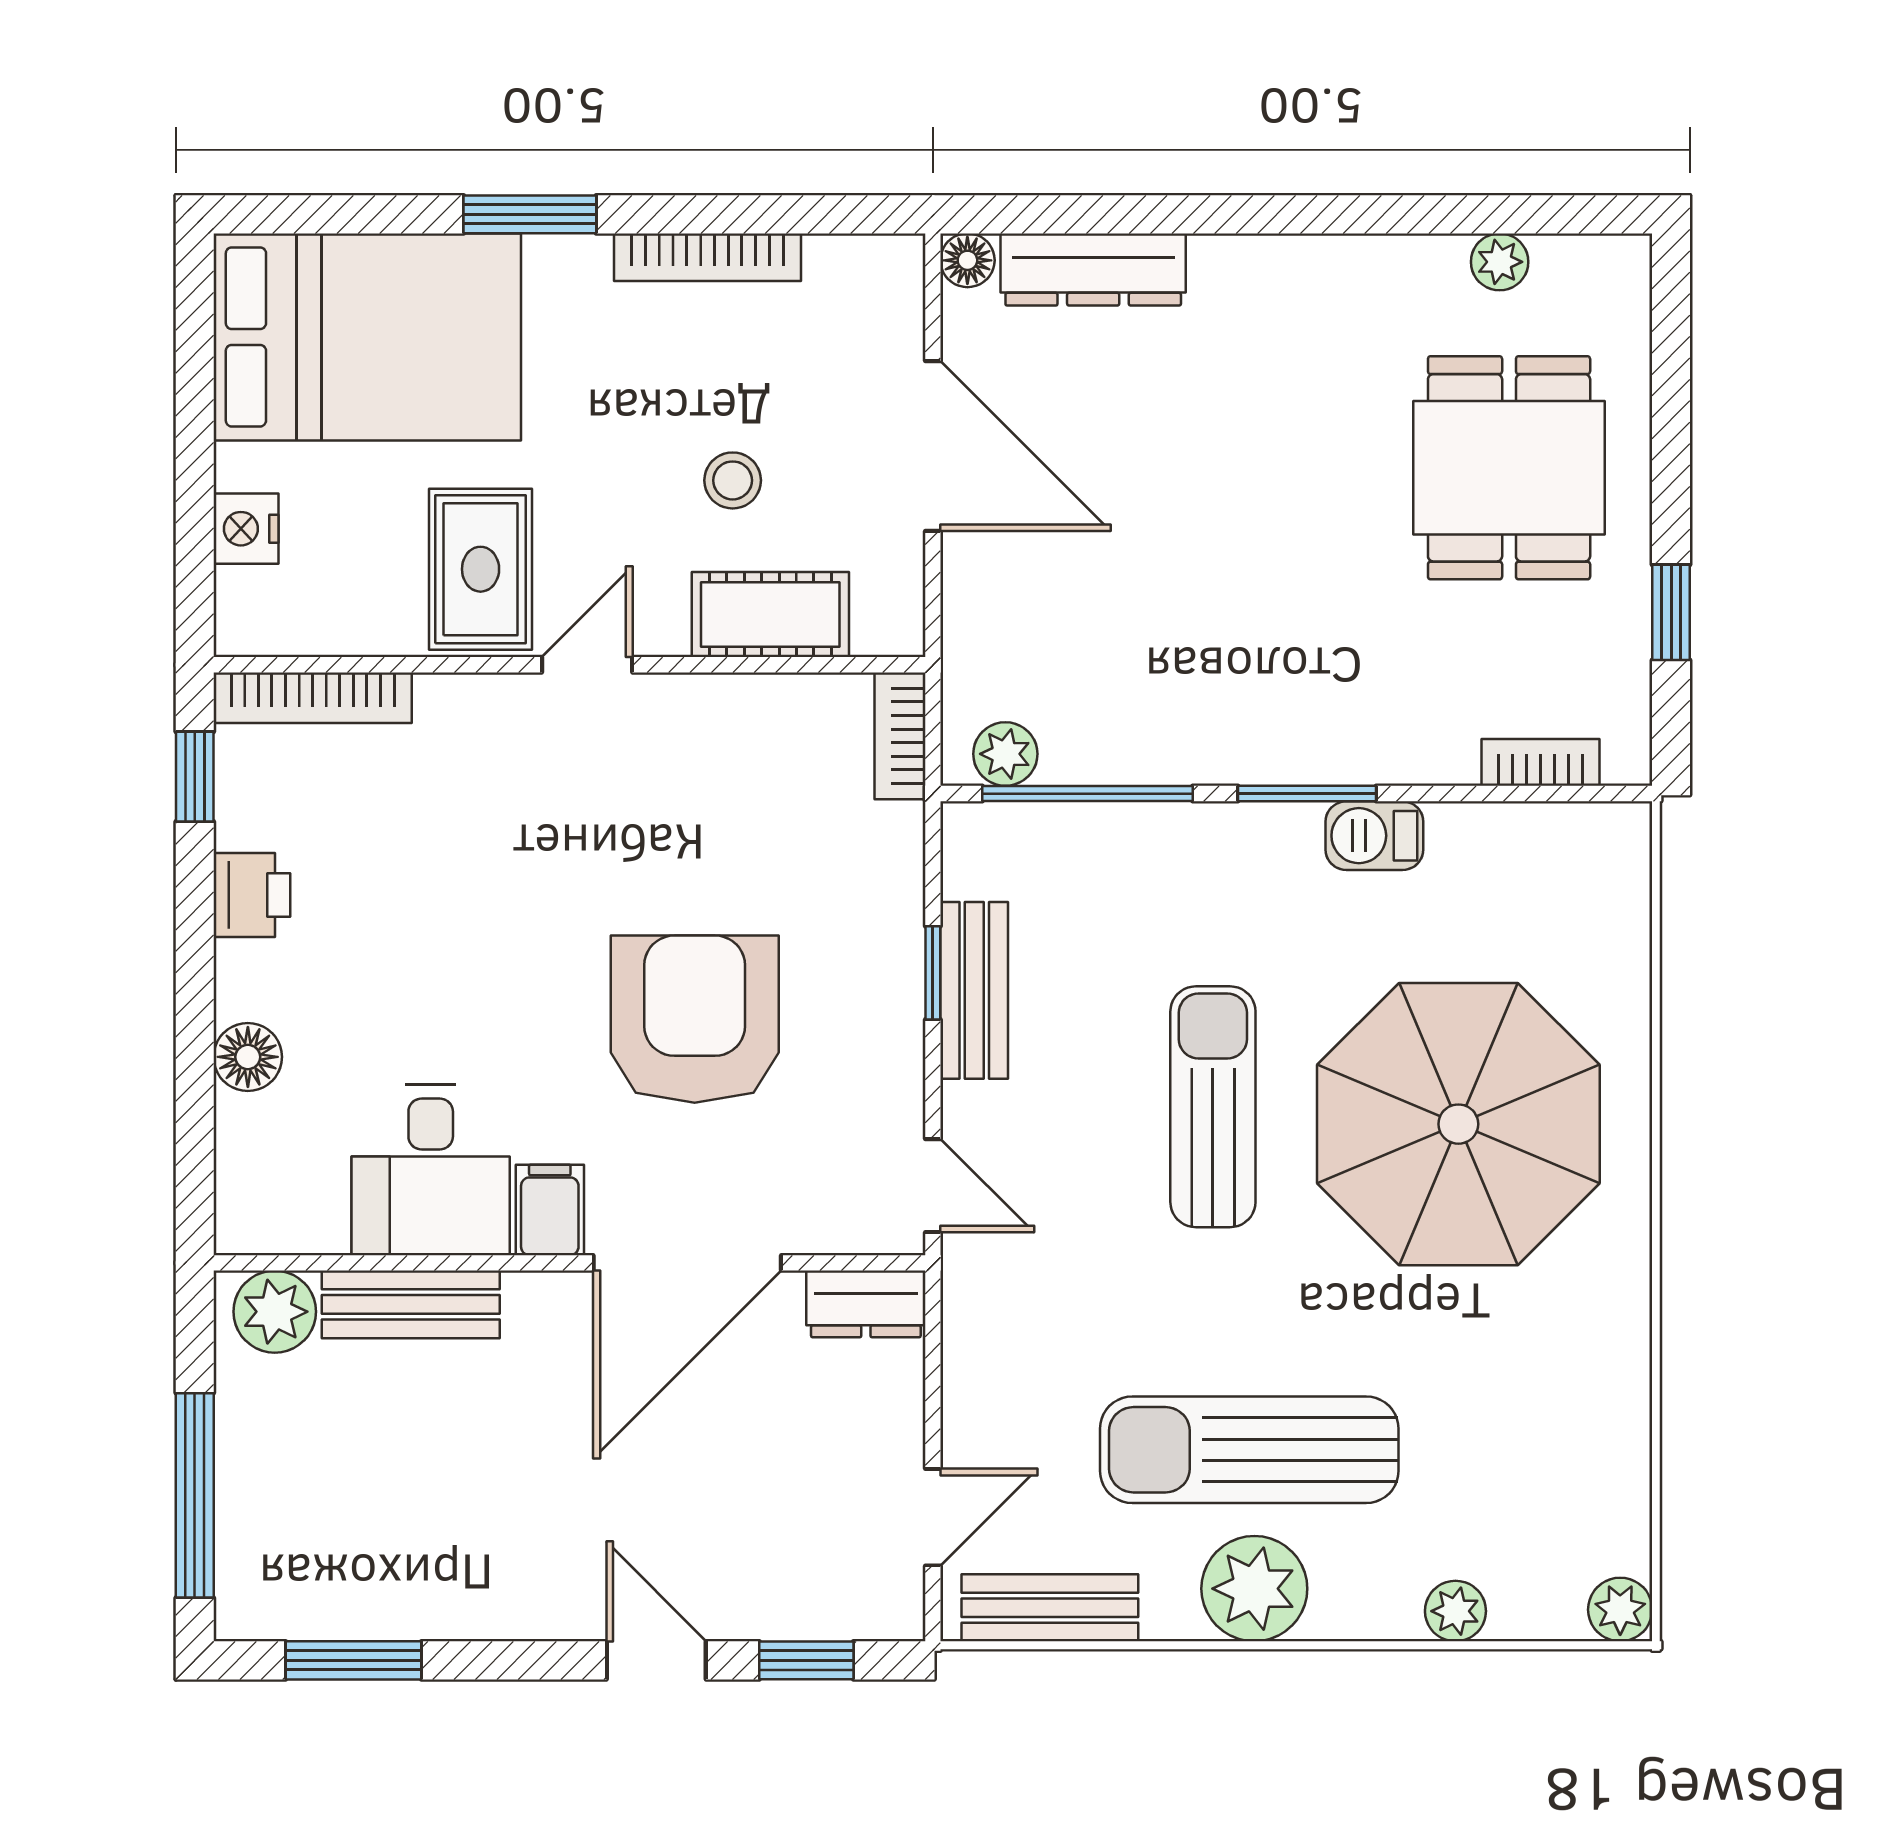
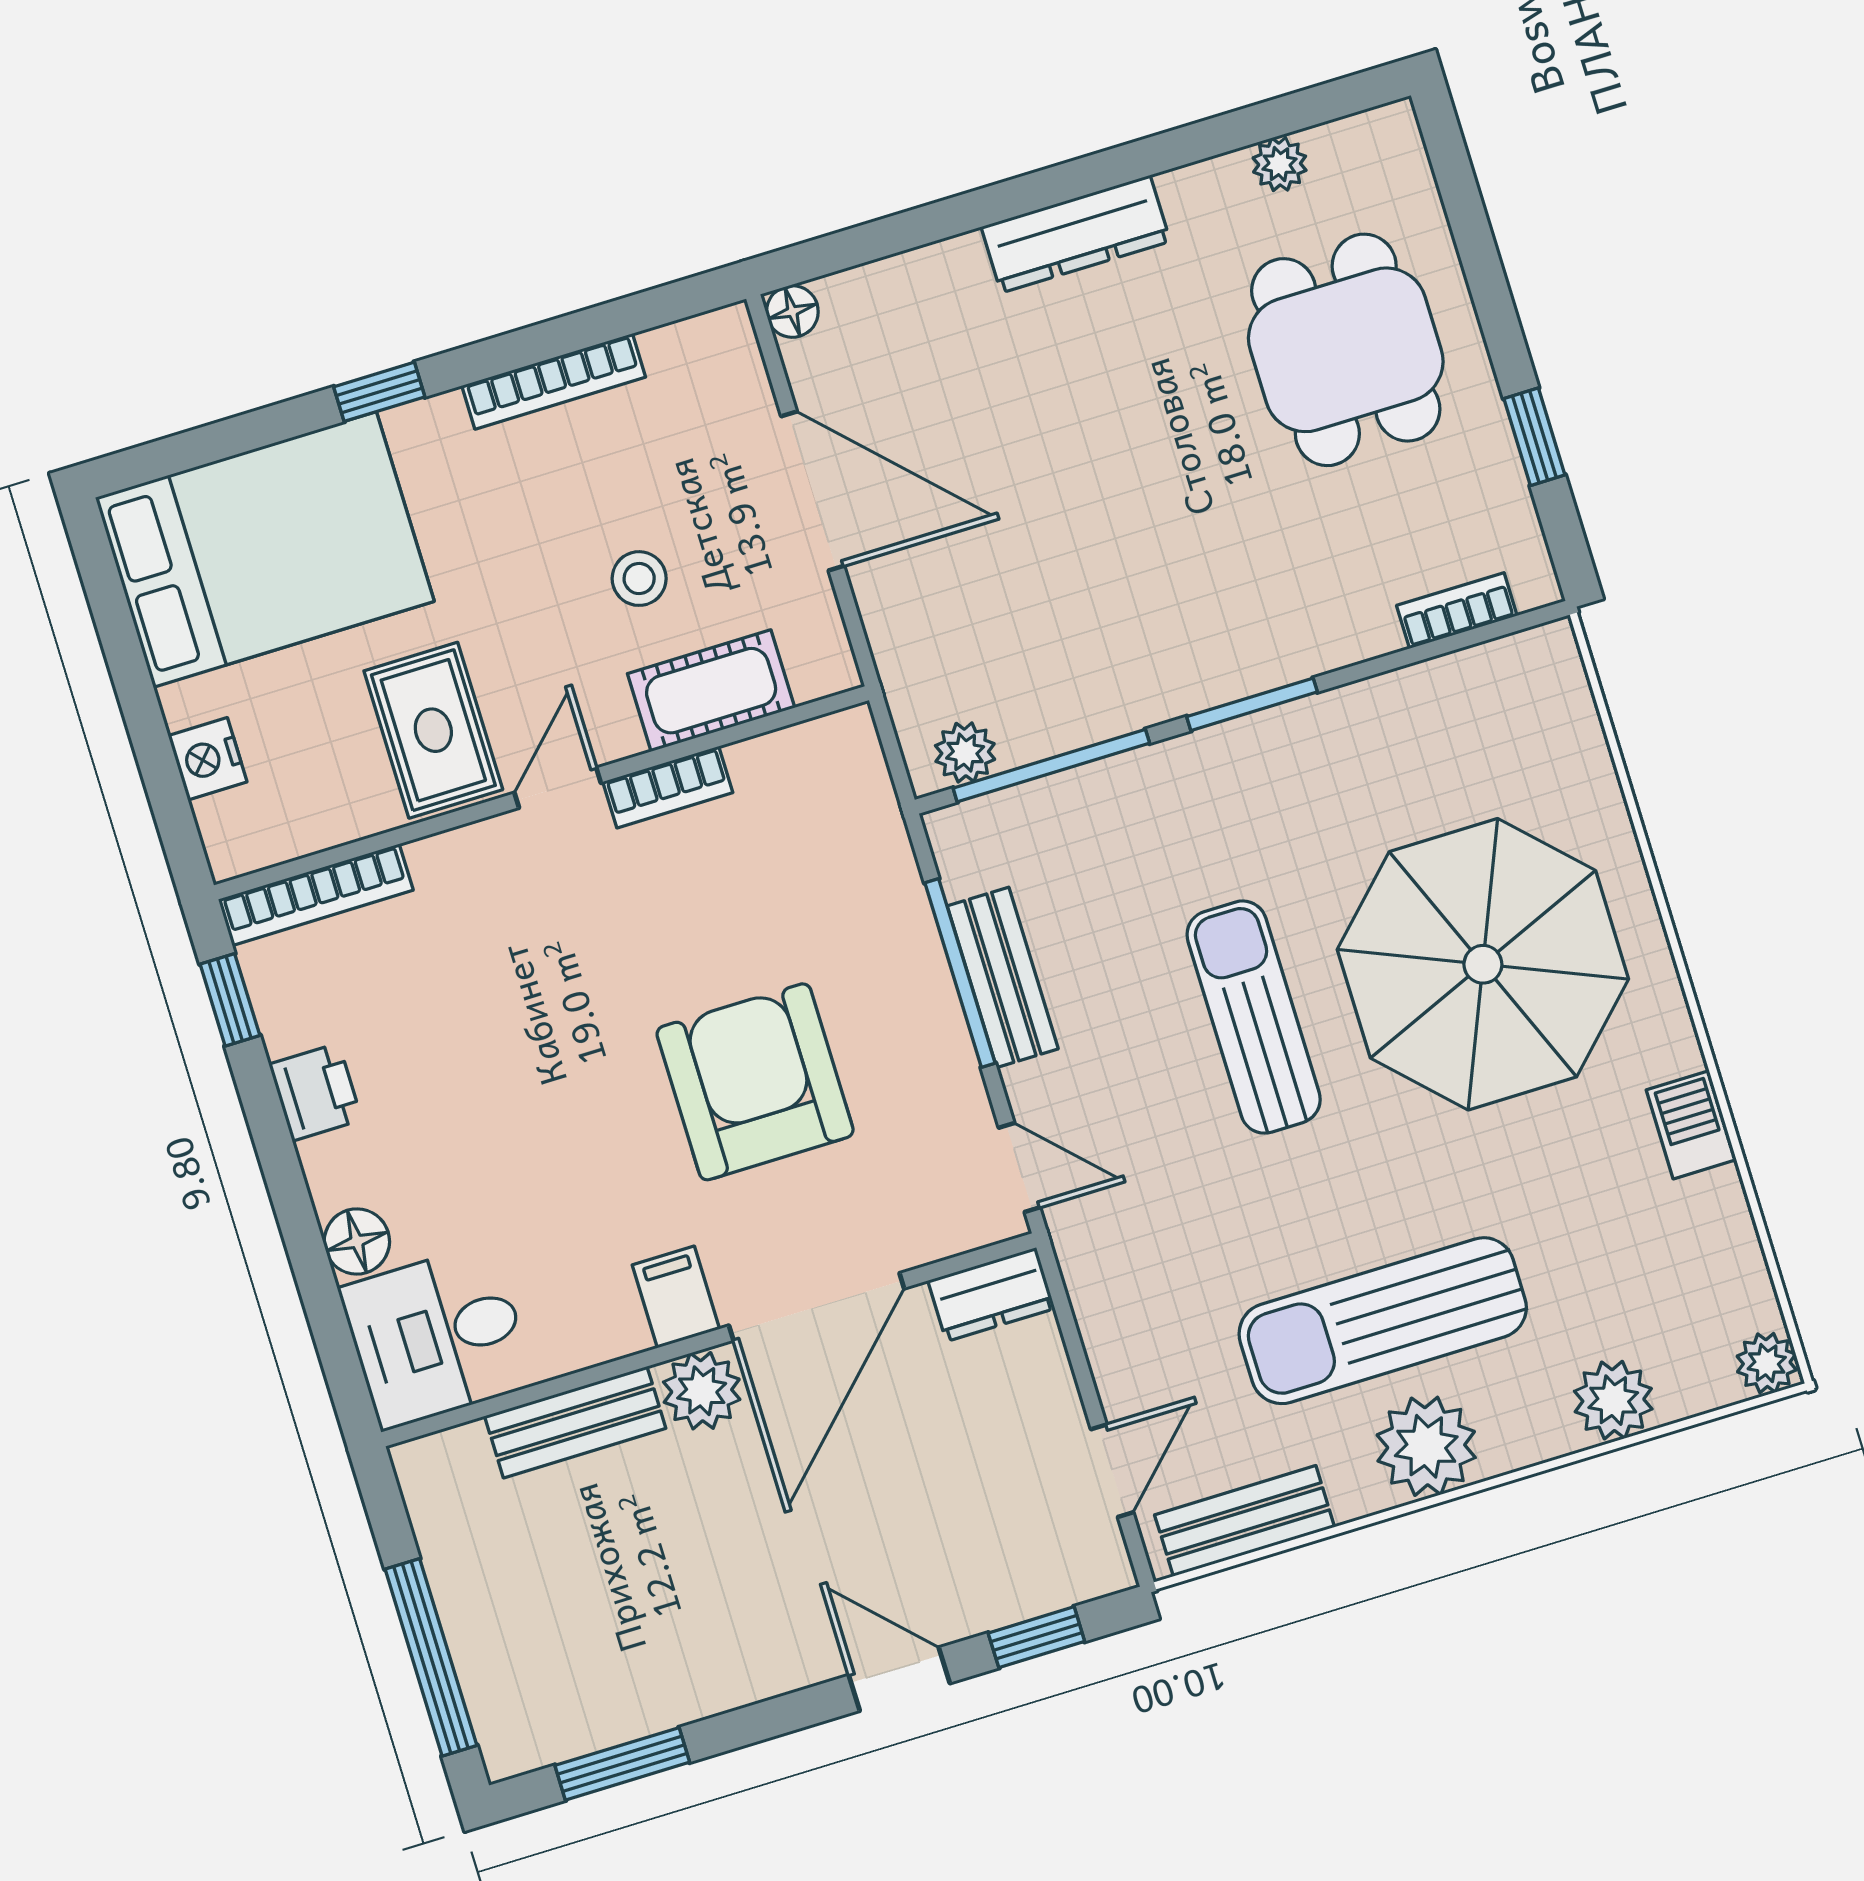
window: (530, 214) -> (379, 392), width x0.67
dresser: (1093, 269) -> (1076, 234), moved
bookcase: (900, 736) -> (668, 787), moved, turned -90
barbecue: (1374, 836) -> (1691, 1125), moved, turned 90
window: (933, 973) -> (960, 973), width x2.17
desk: (431, 1170) -> (437, 1336), moved, turned 90
plant: (275, 1312) -> (702, 1391), moved
plant: (1455, 1611) -> (1613, 1400), width x1.38, depth x1.38

